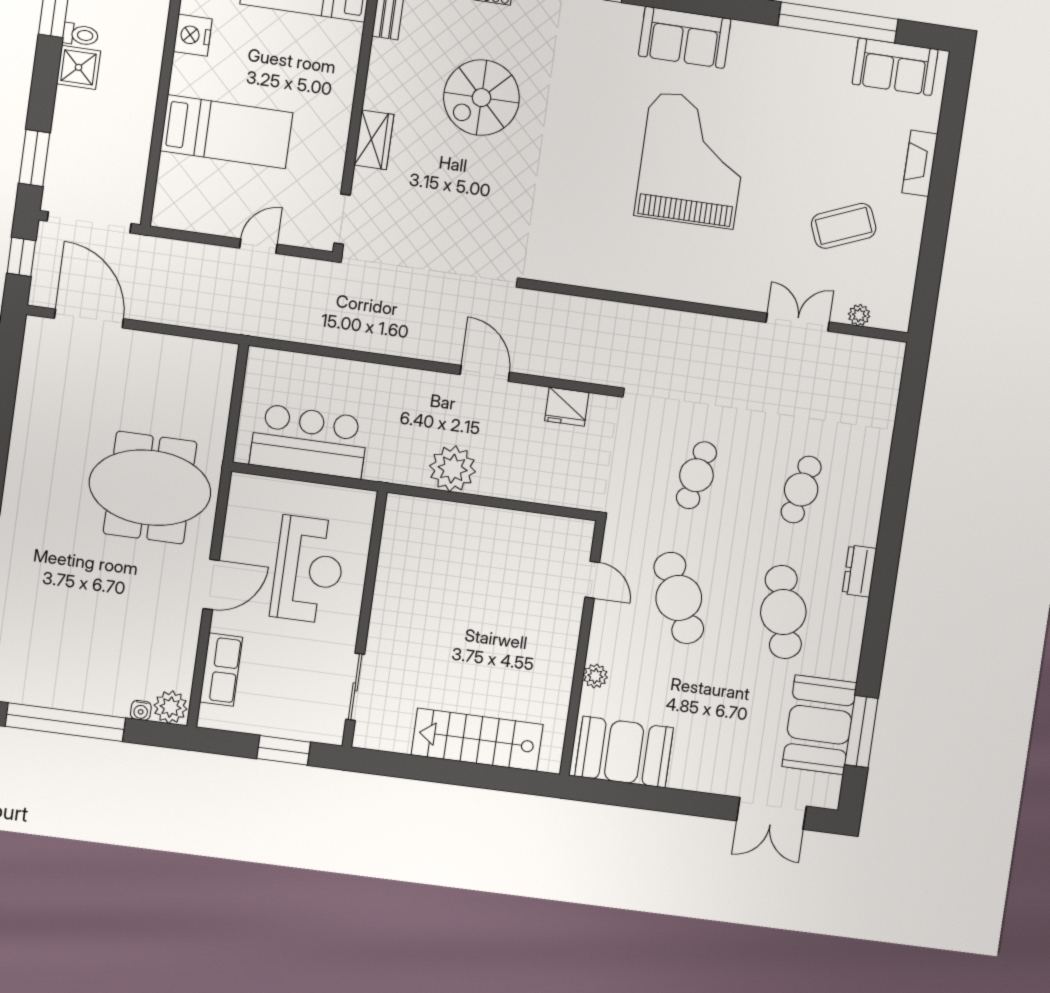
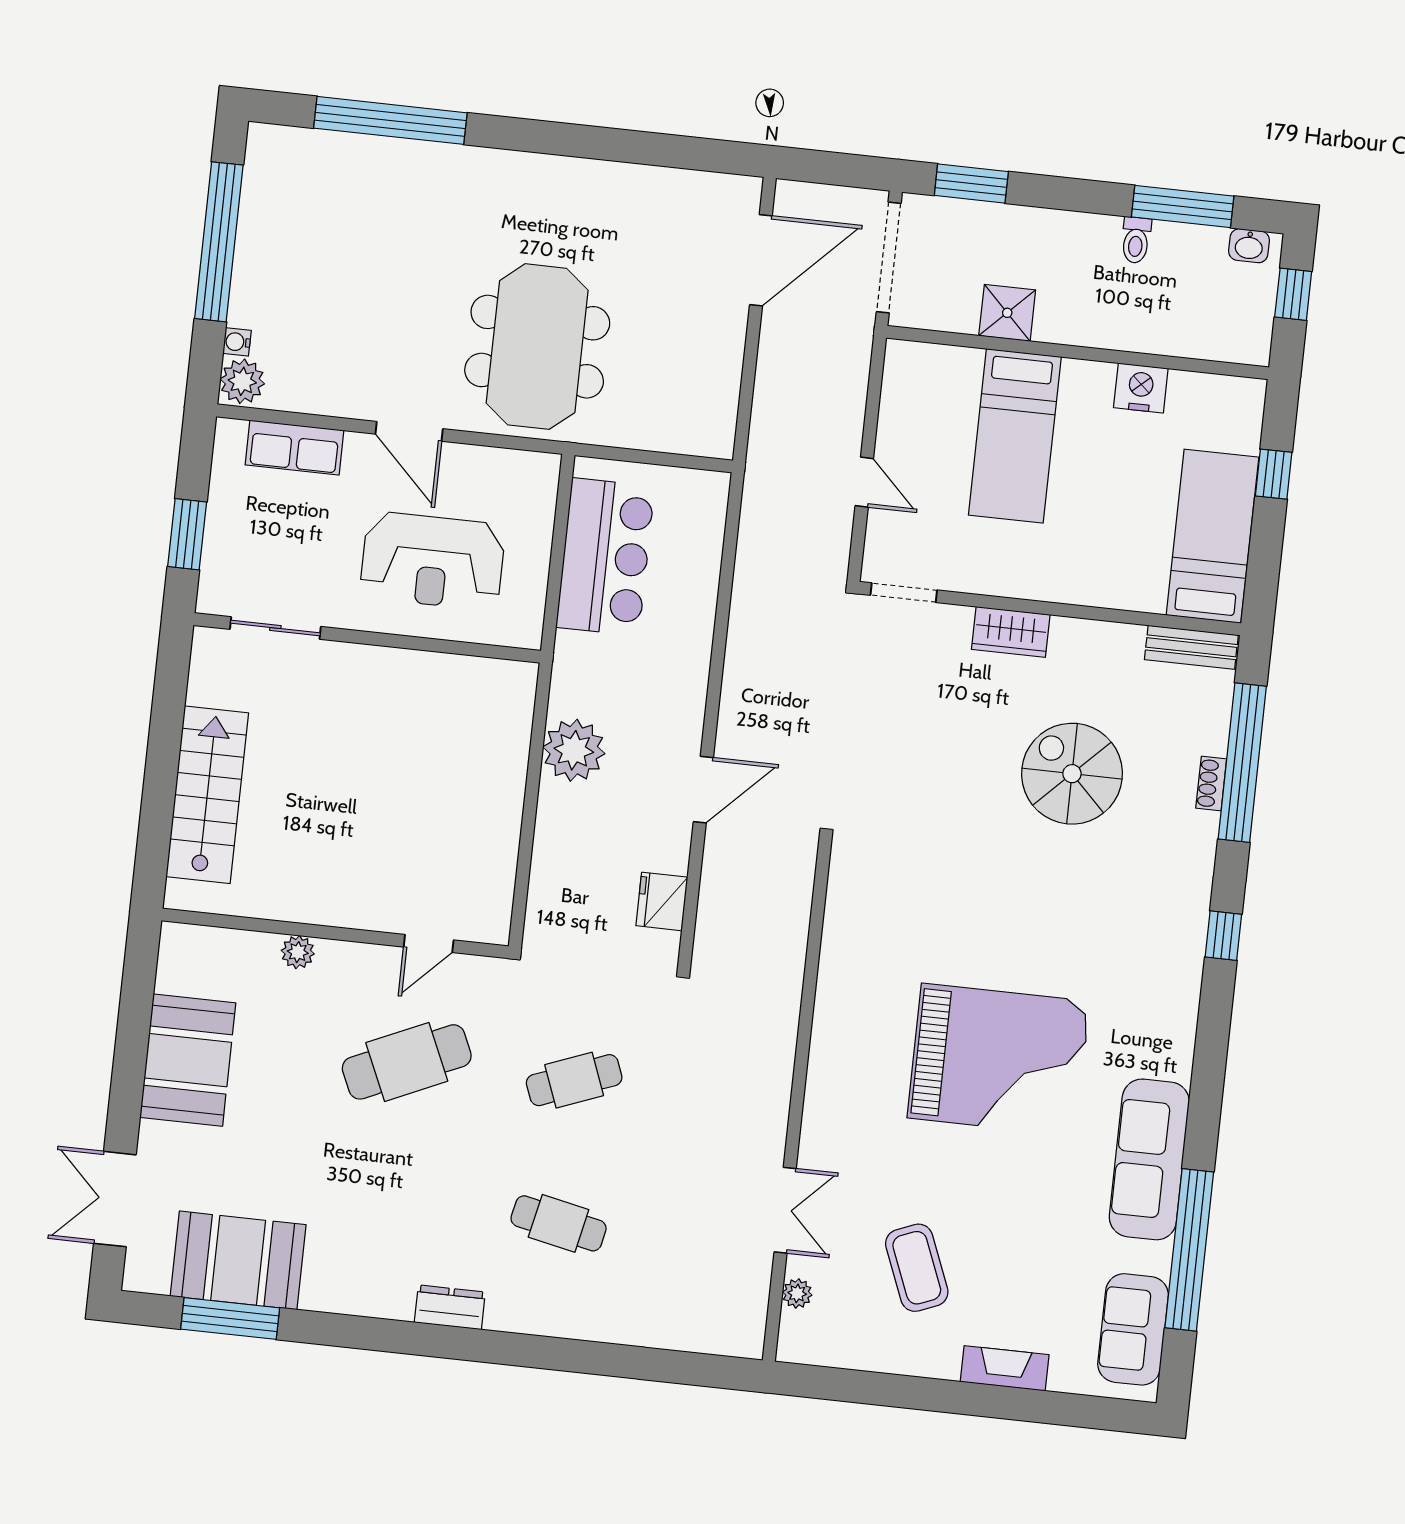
sofa: (685, 37) -> (1149, 1159), moved, width x1.36
shower: (79, 67) -> (1007, 313), moved
window: (21, 257) -> (840, 169), removed
cafe table: (696, 475) -> (574, 1080), turned -33
cafe table: (783, 612) -> (391, 1205), removed
booth: (624, 752) -> (188, 1060), moved

